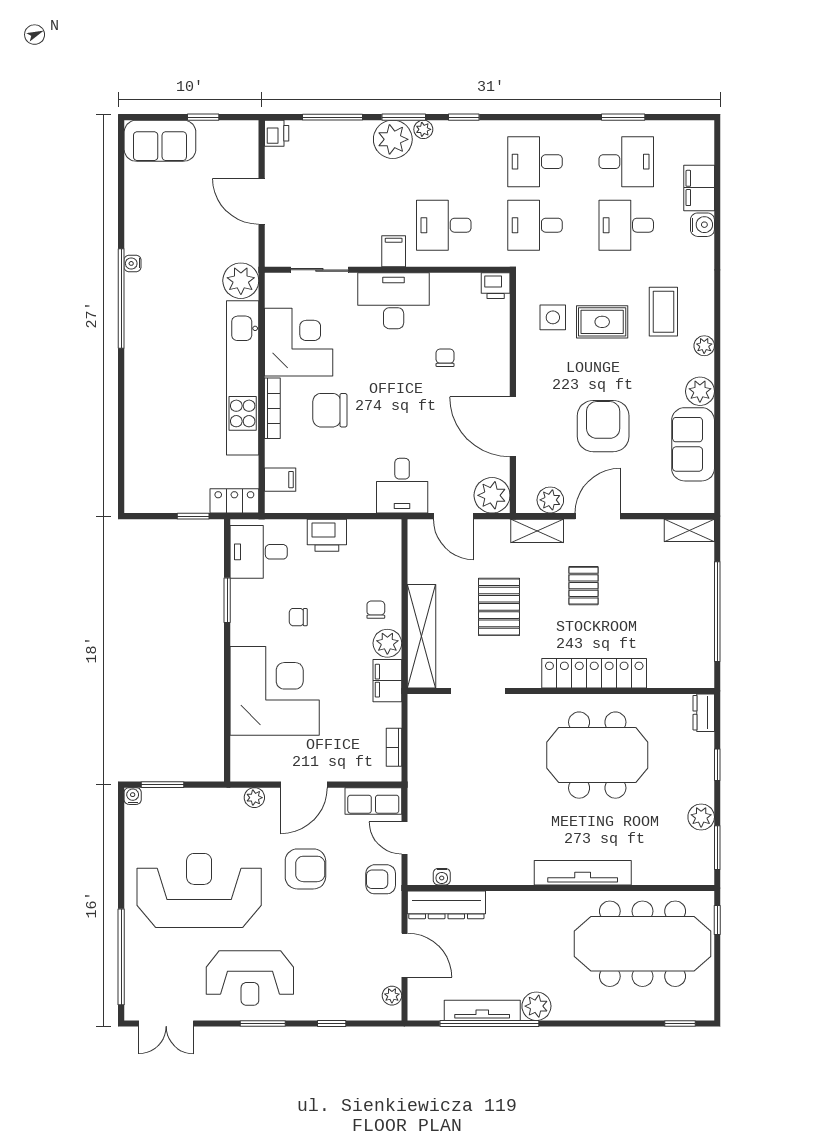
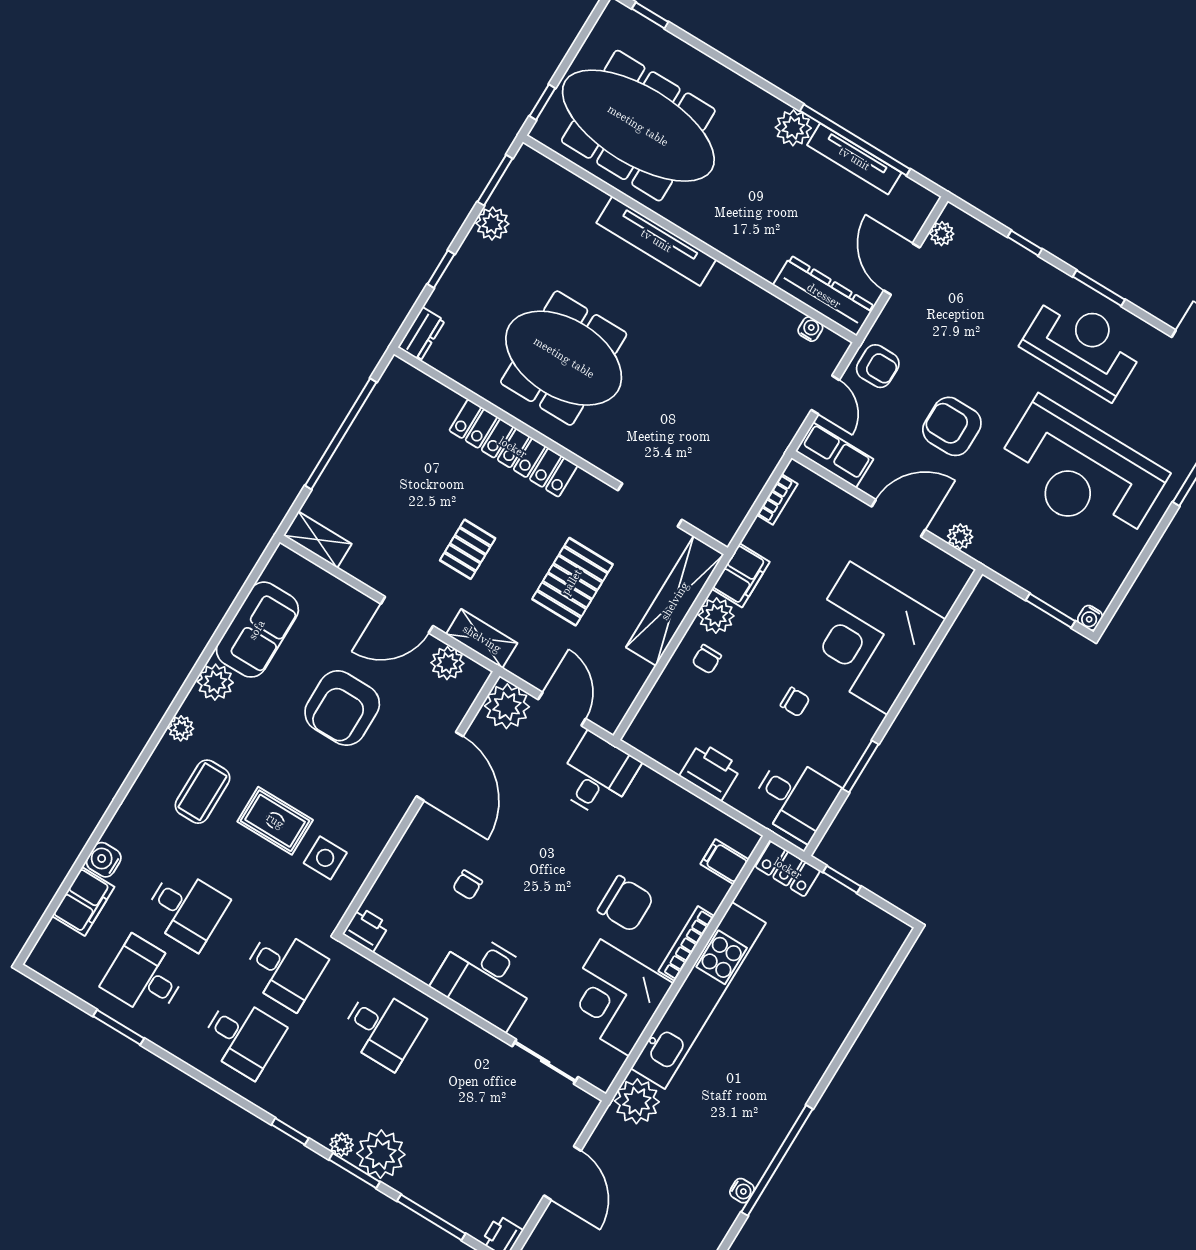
filing cabinet: (394, 251) -> (453, 1033), removed

